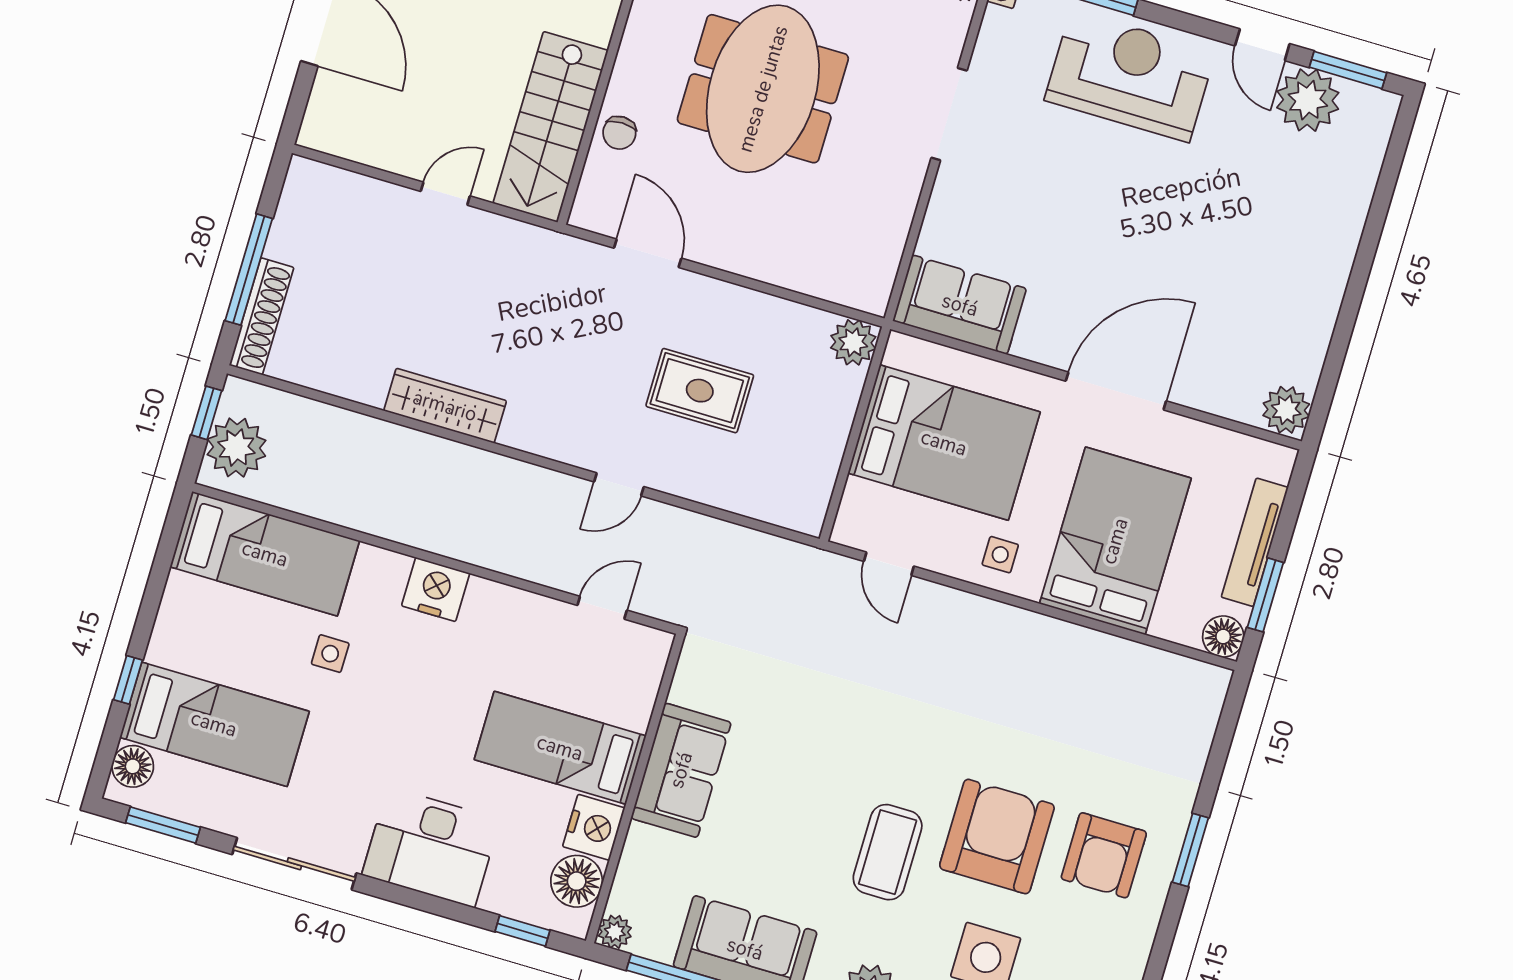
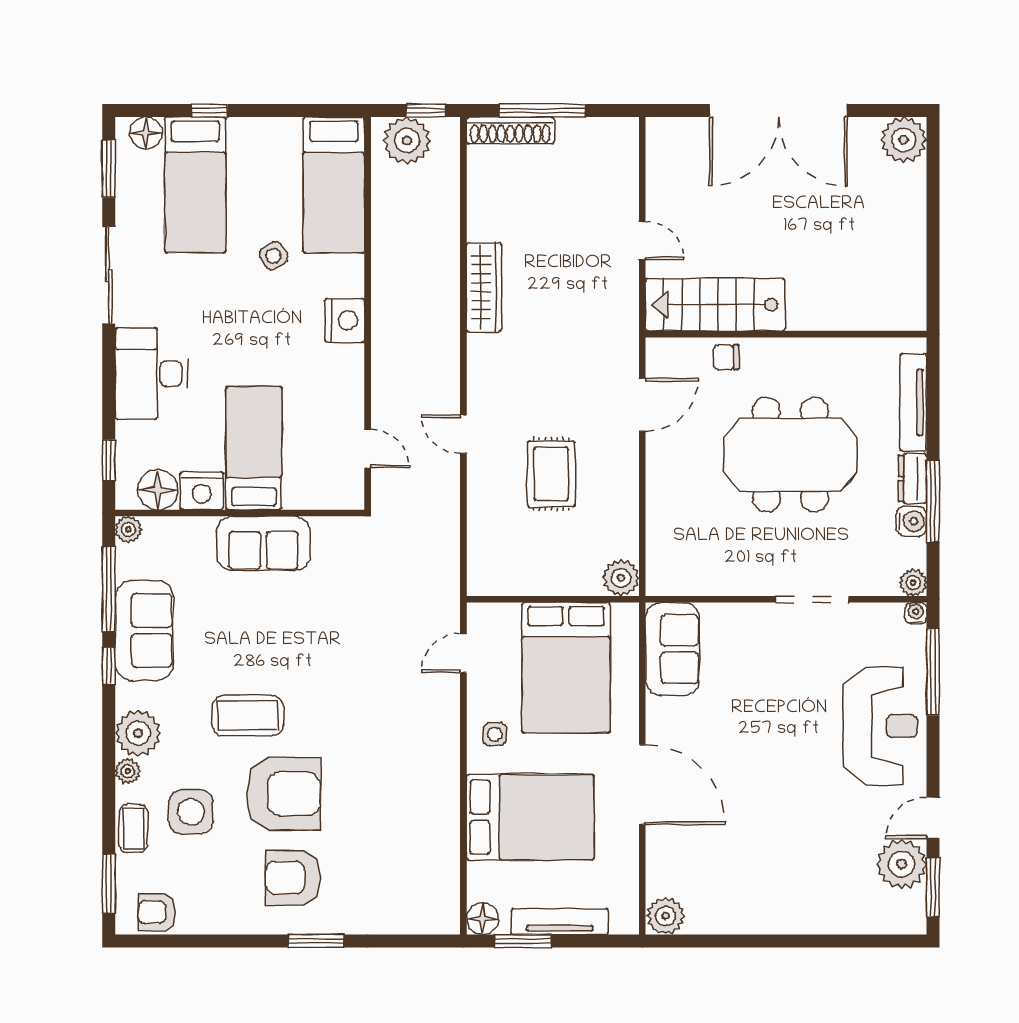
side table: (330, 654) -> (274, 256), turned -33

